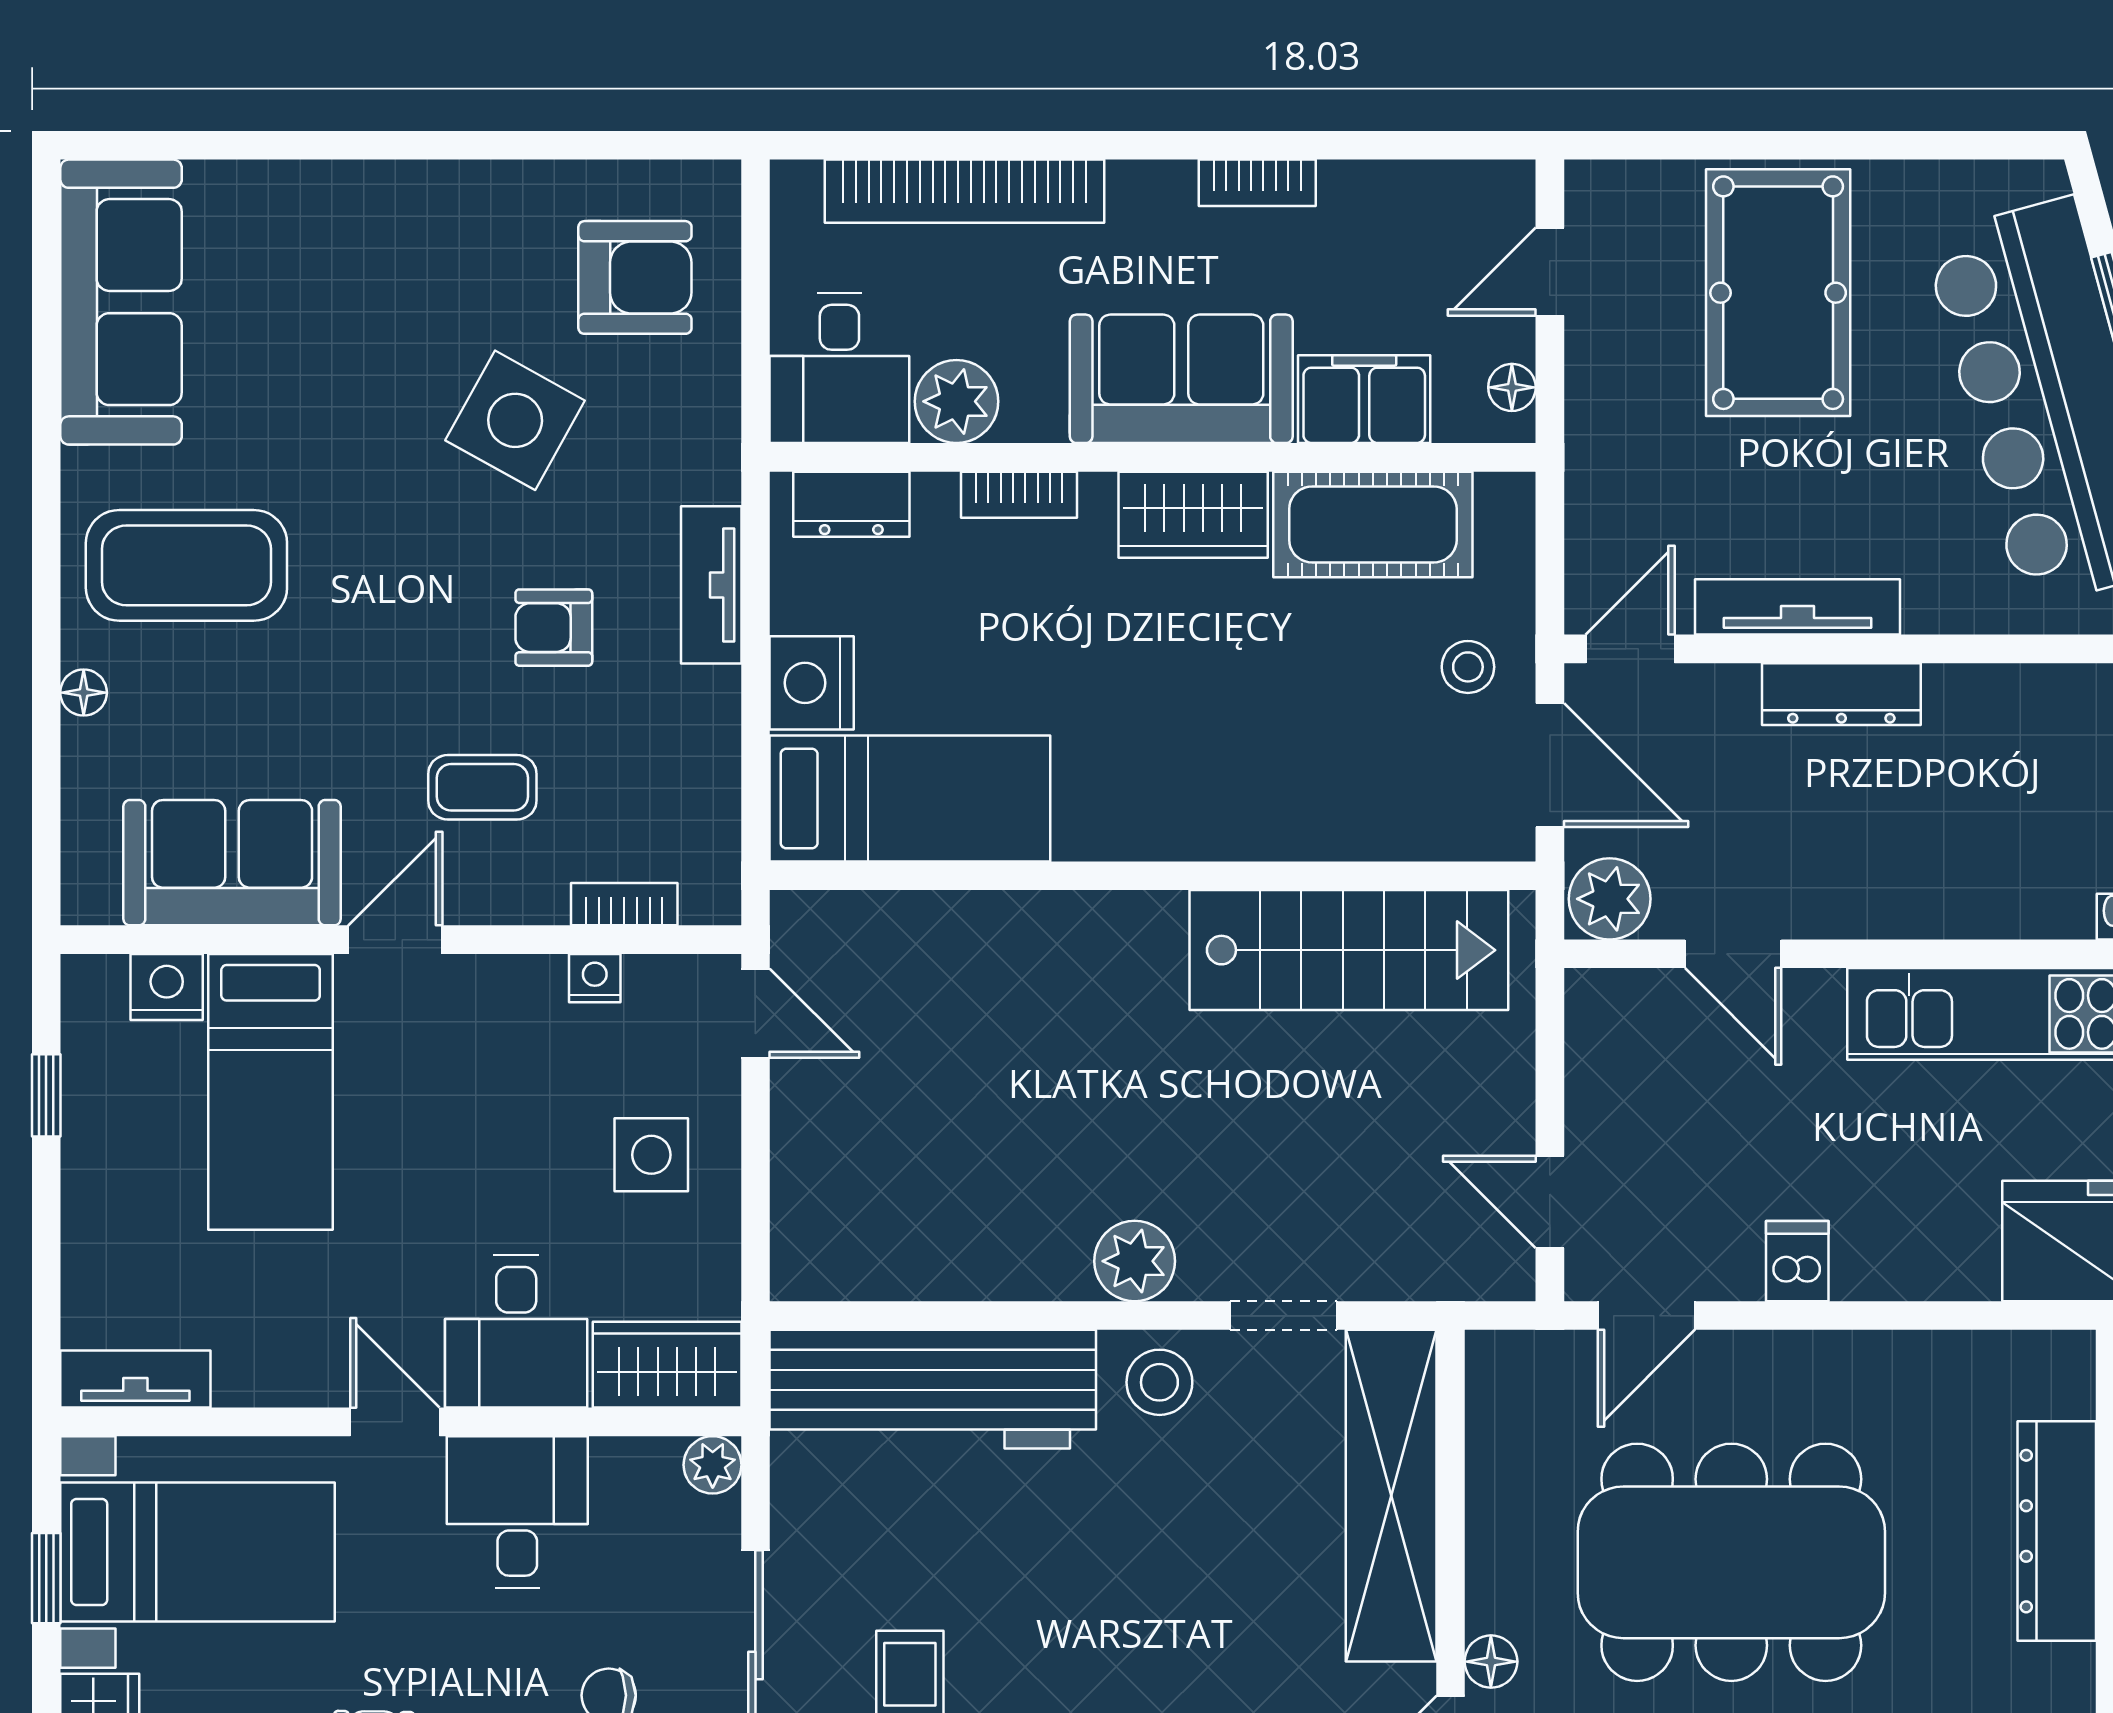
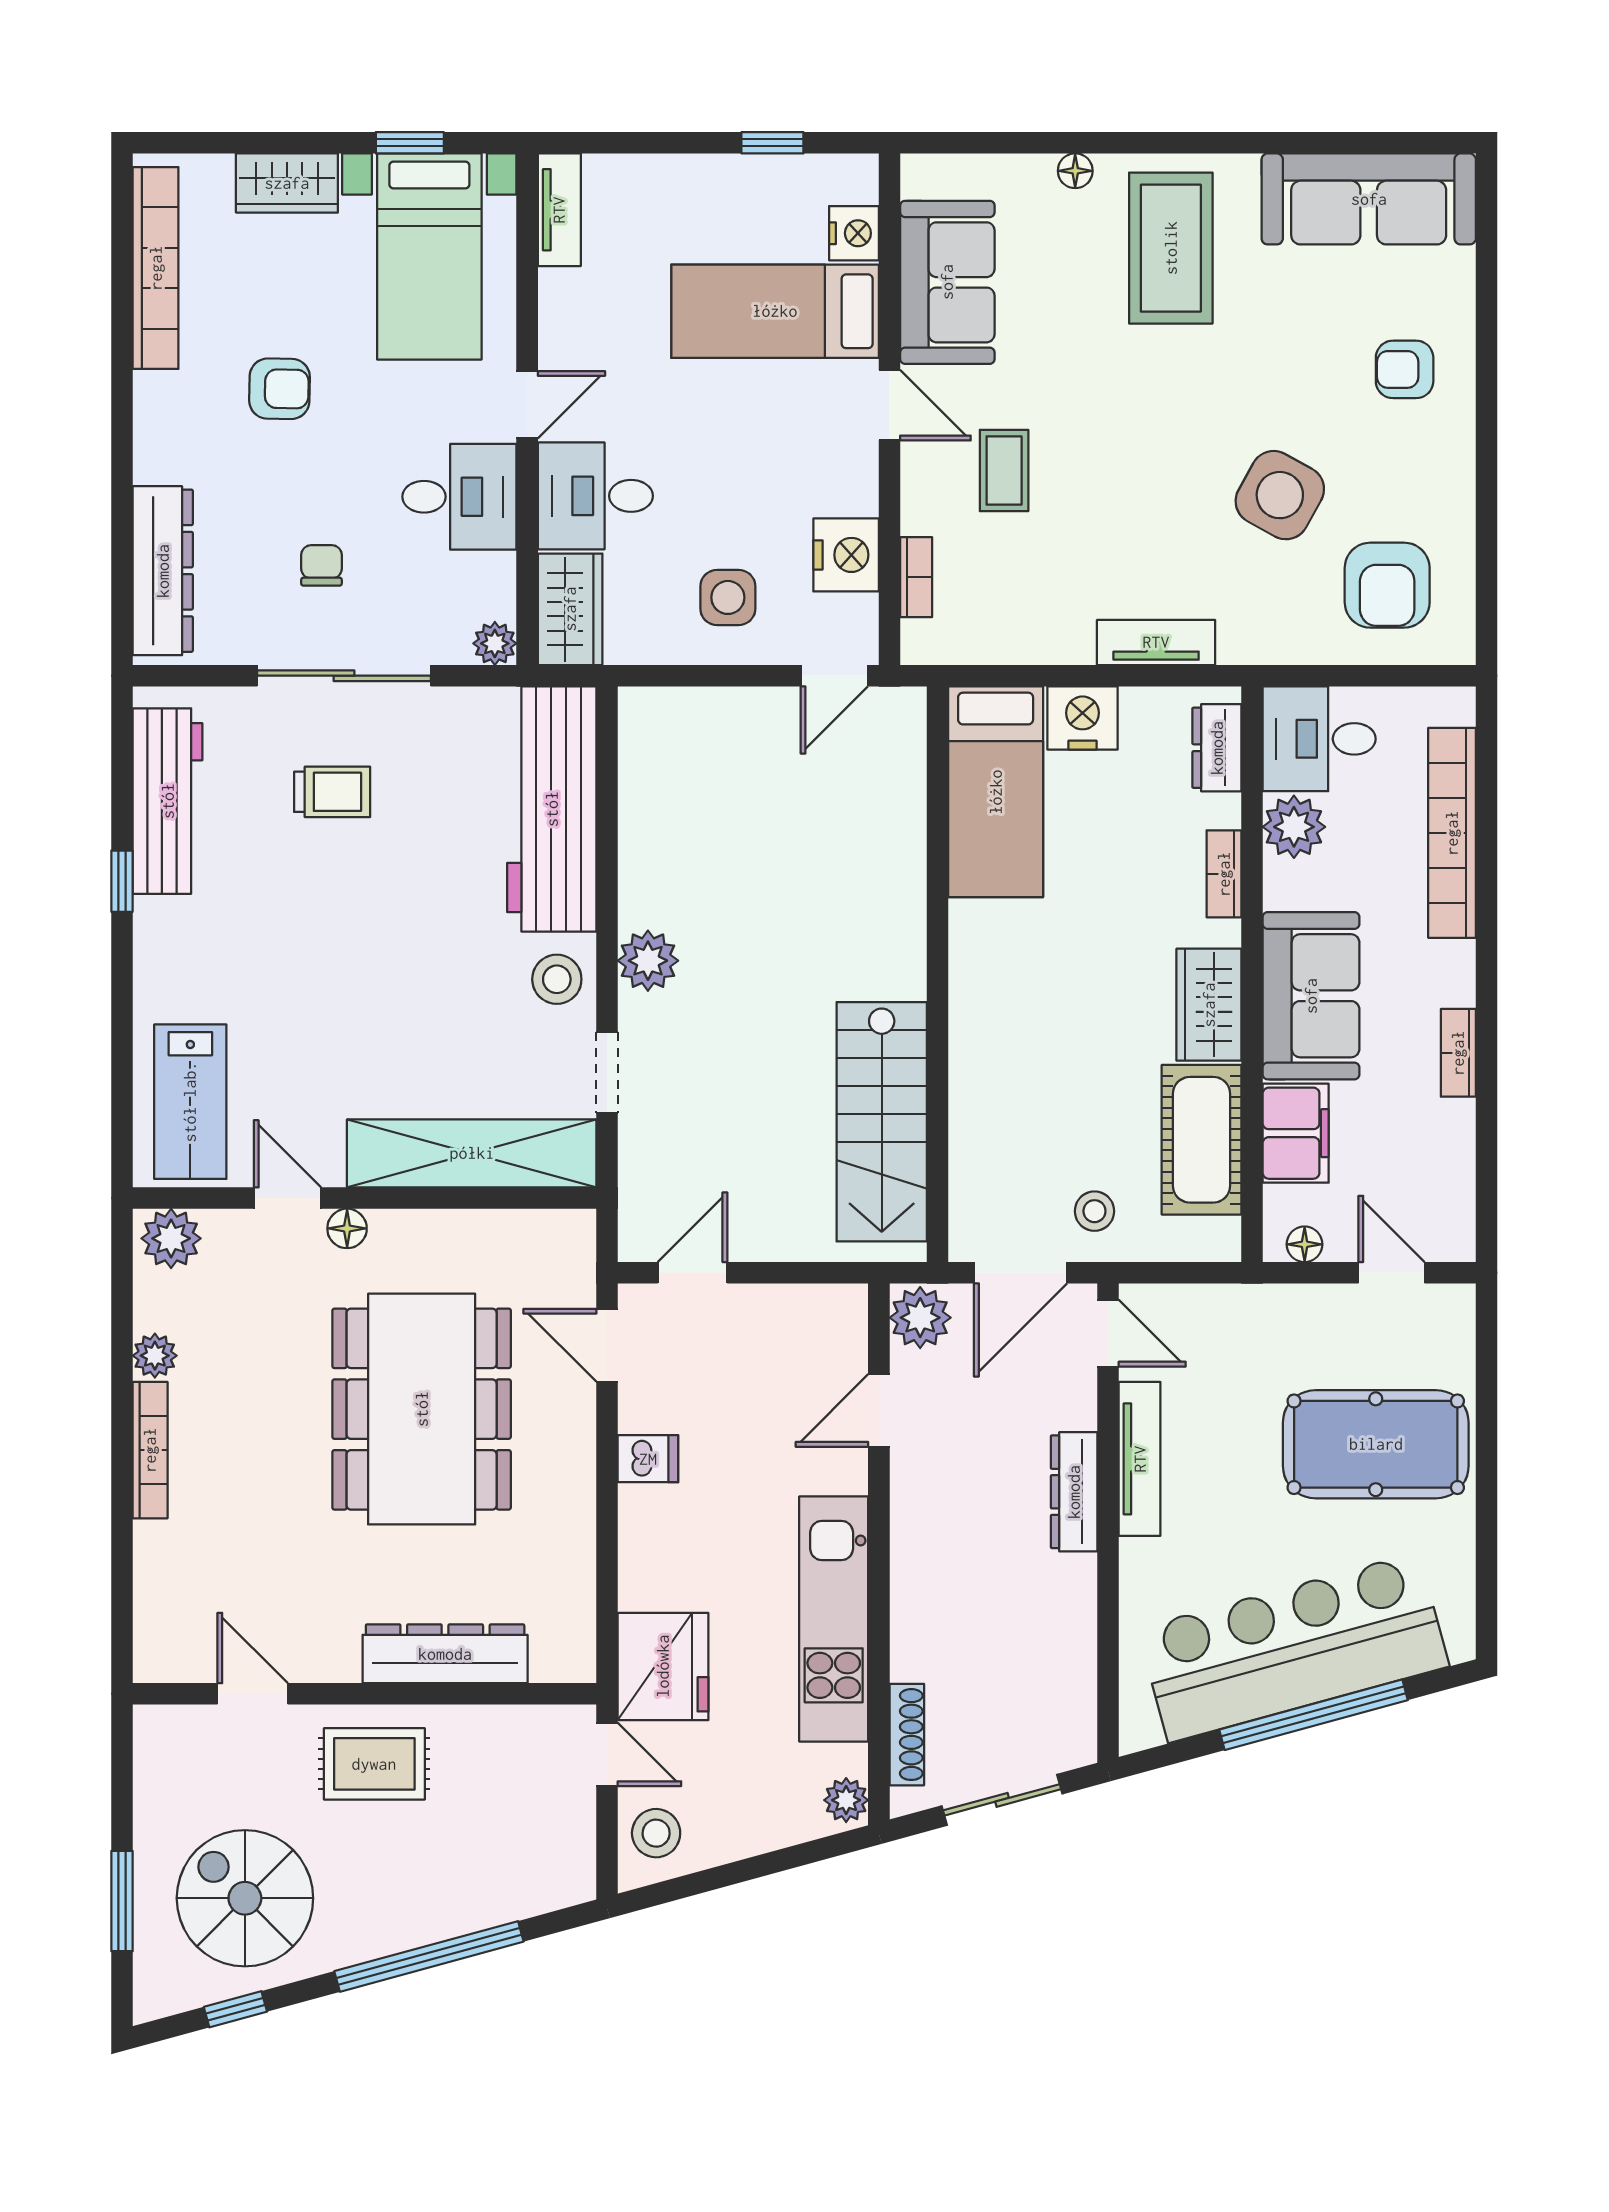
armchair: (554, 628) -> (1405, 369), moved, turned -90
nightstand: (595, 978) -> (846, 555), width x1.89, depth x1.79

